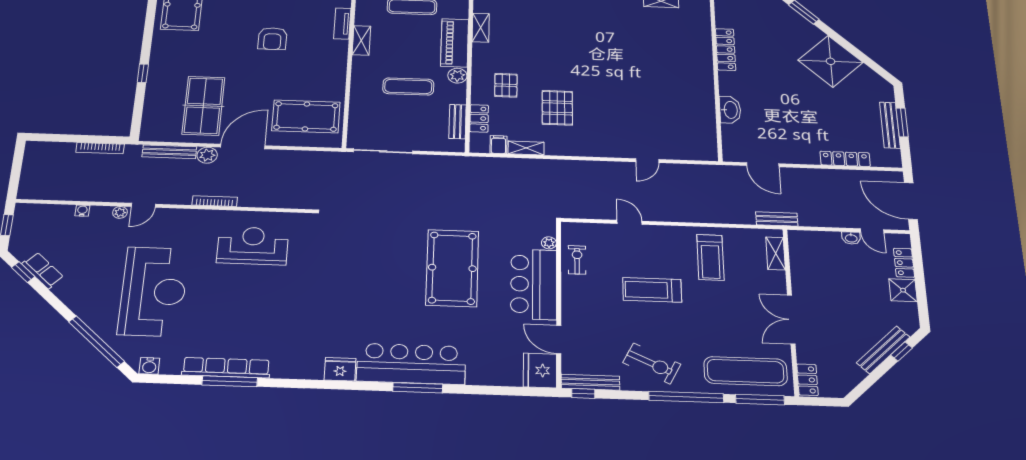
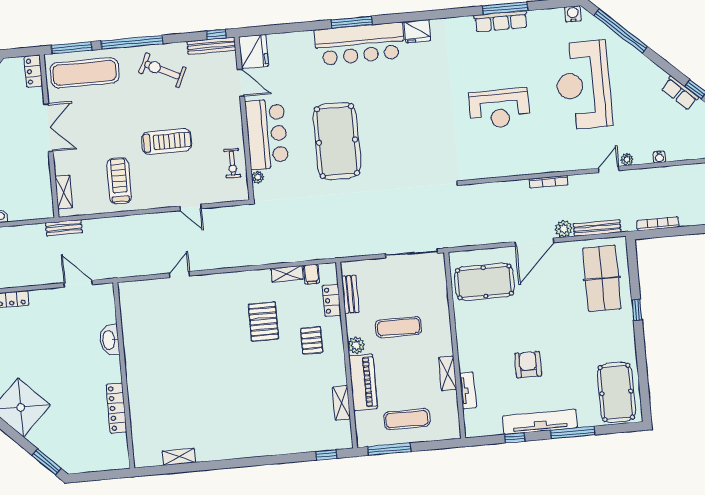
table tennis table: (203, 106) -> (602, 278), moved
reception desk: (253, 246) -> (499, 108), moved
row of seats: (226, 368) -> (501, 21), width x0.73

